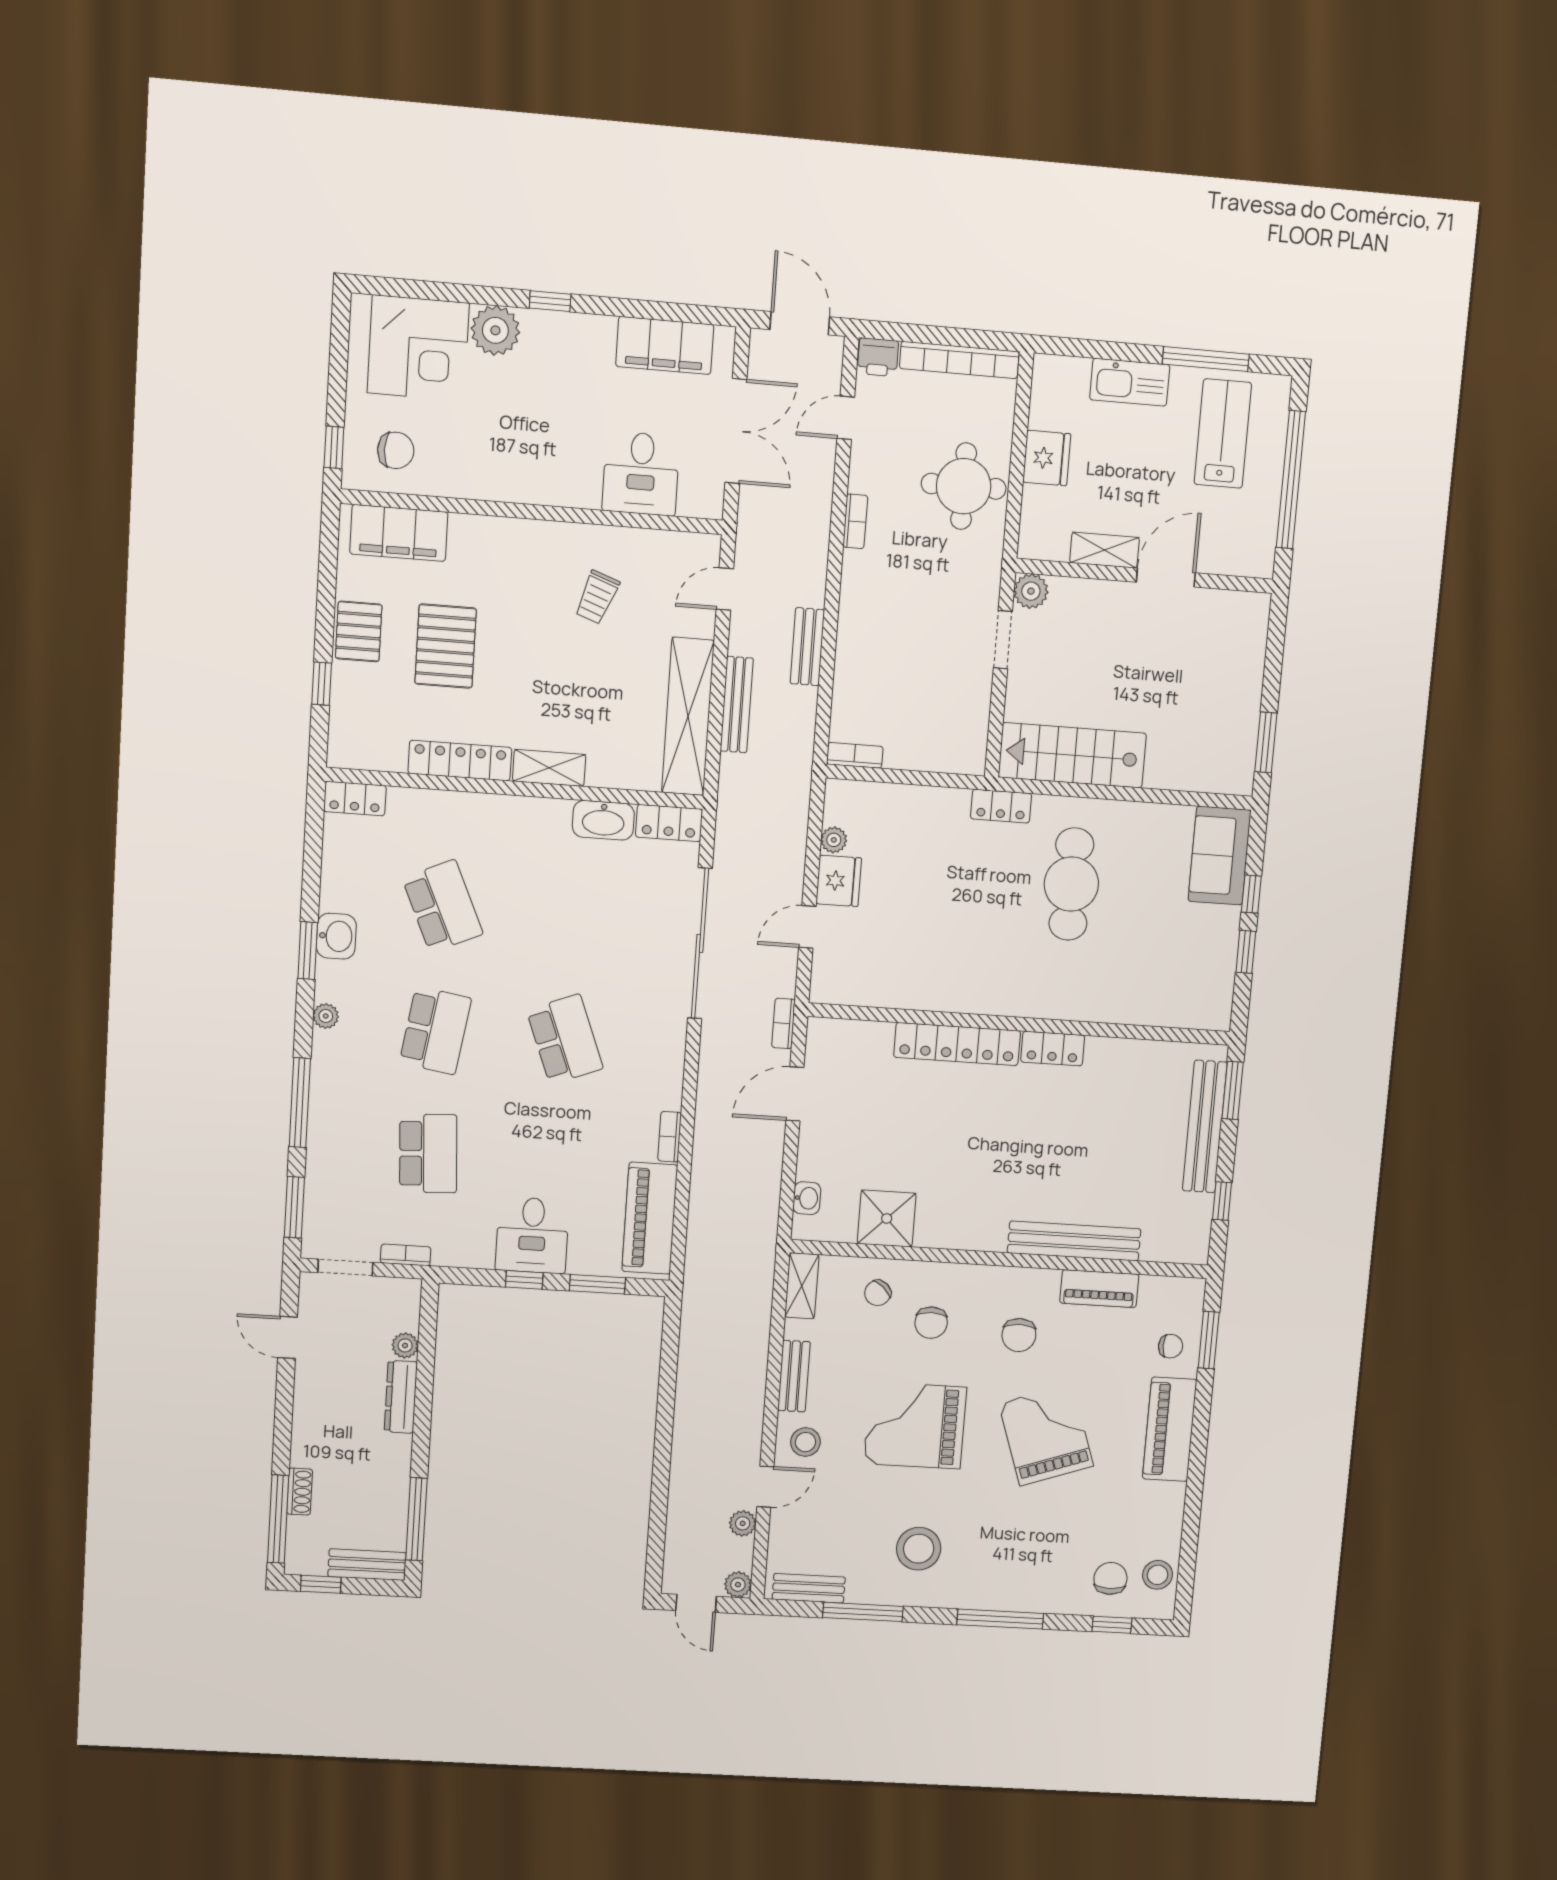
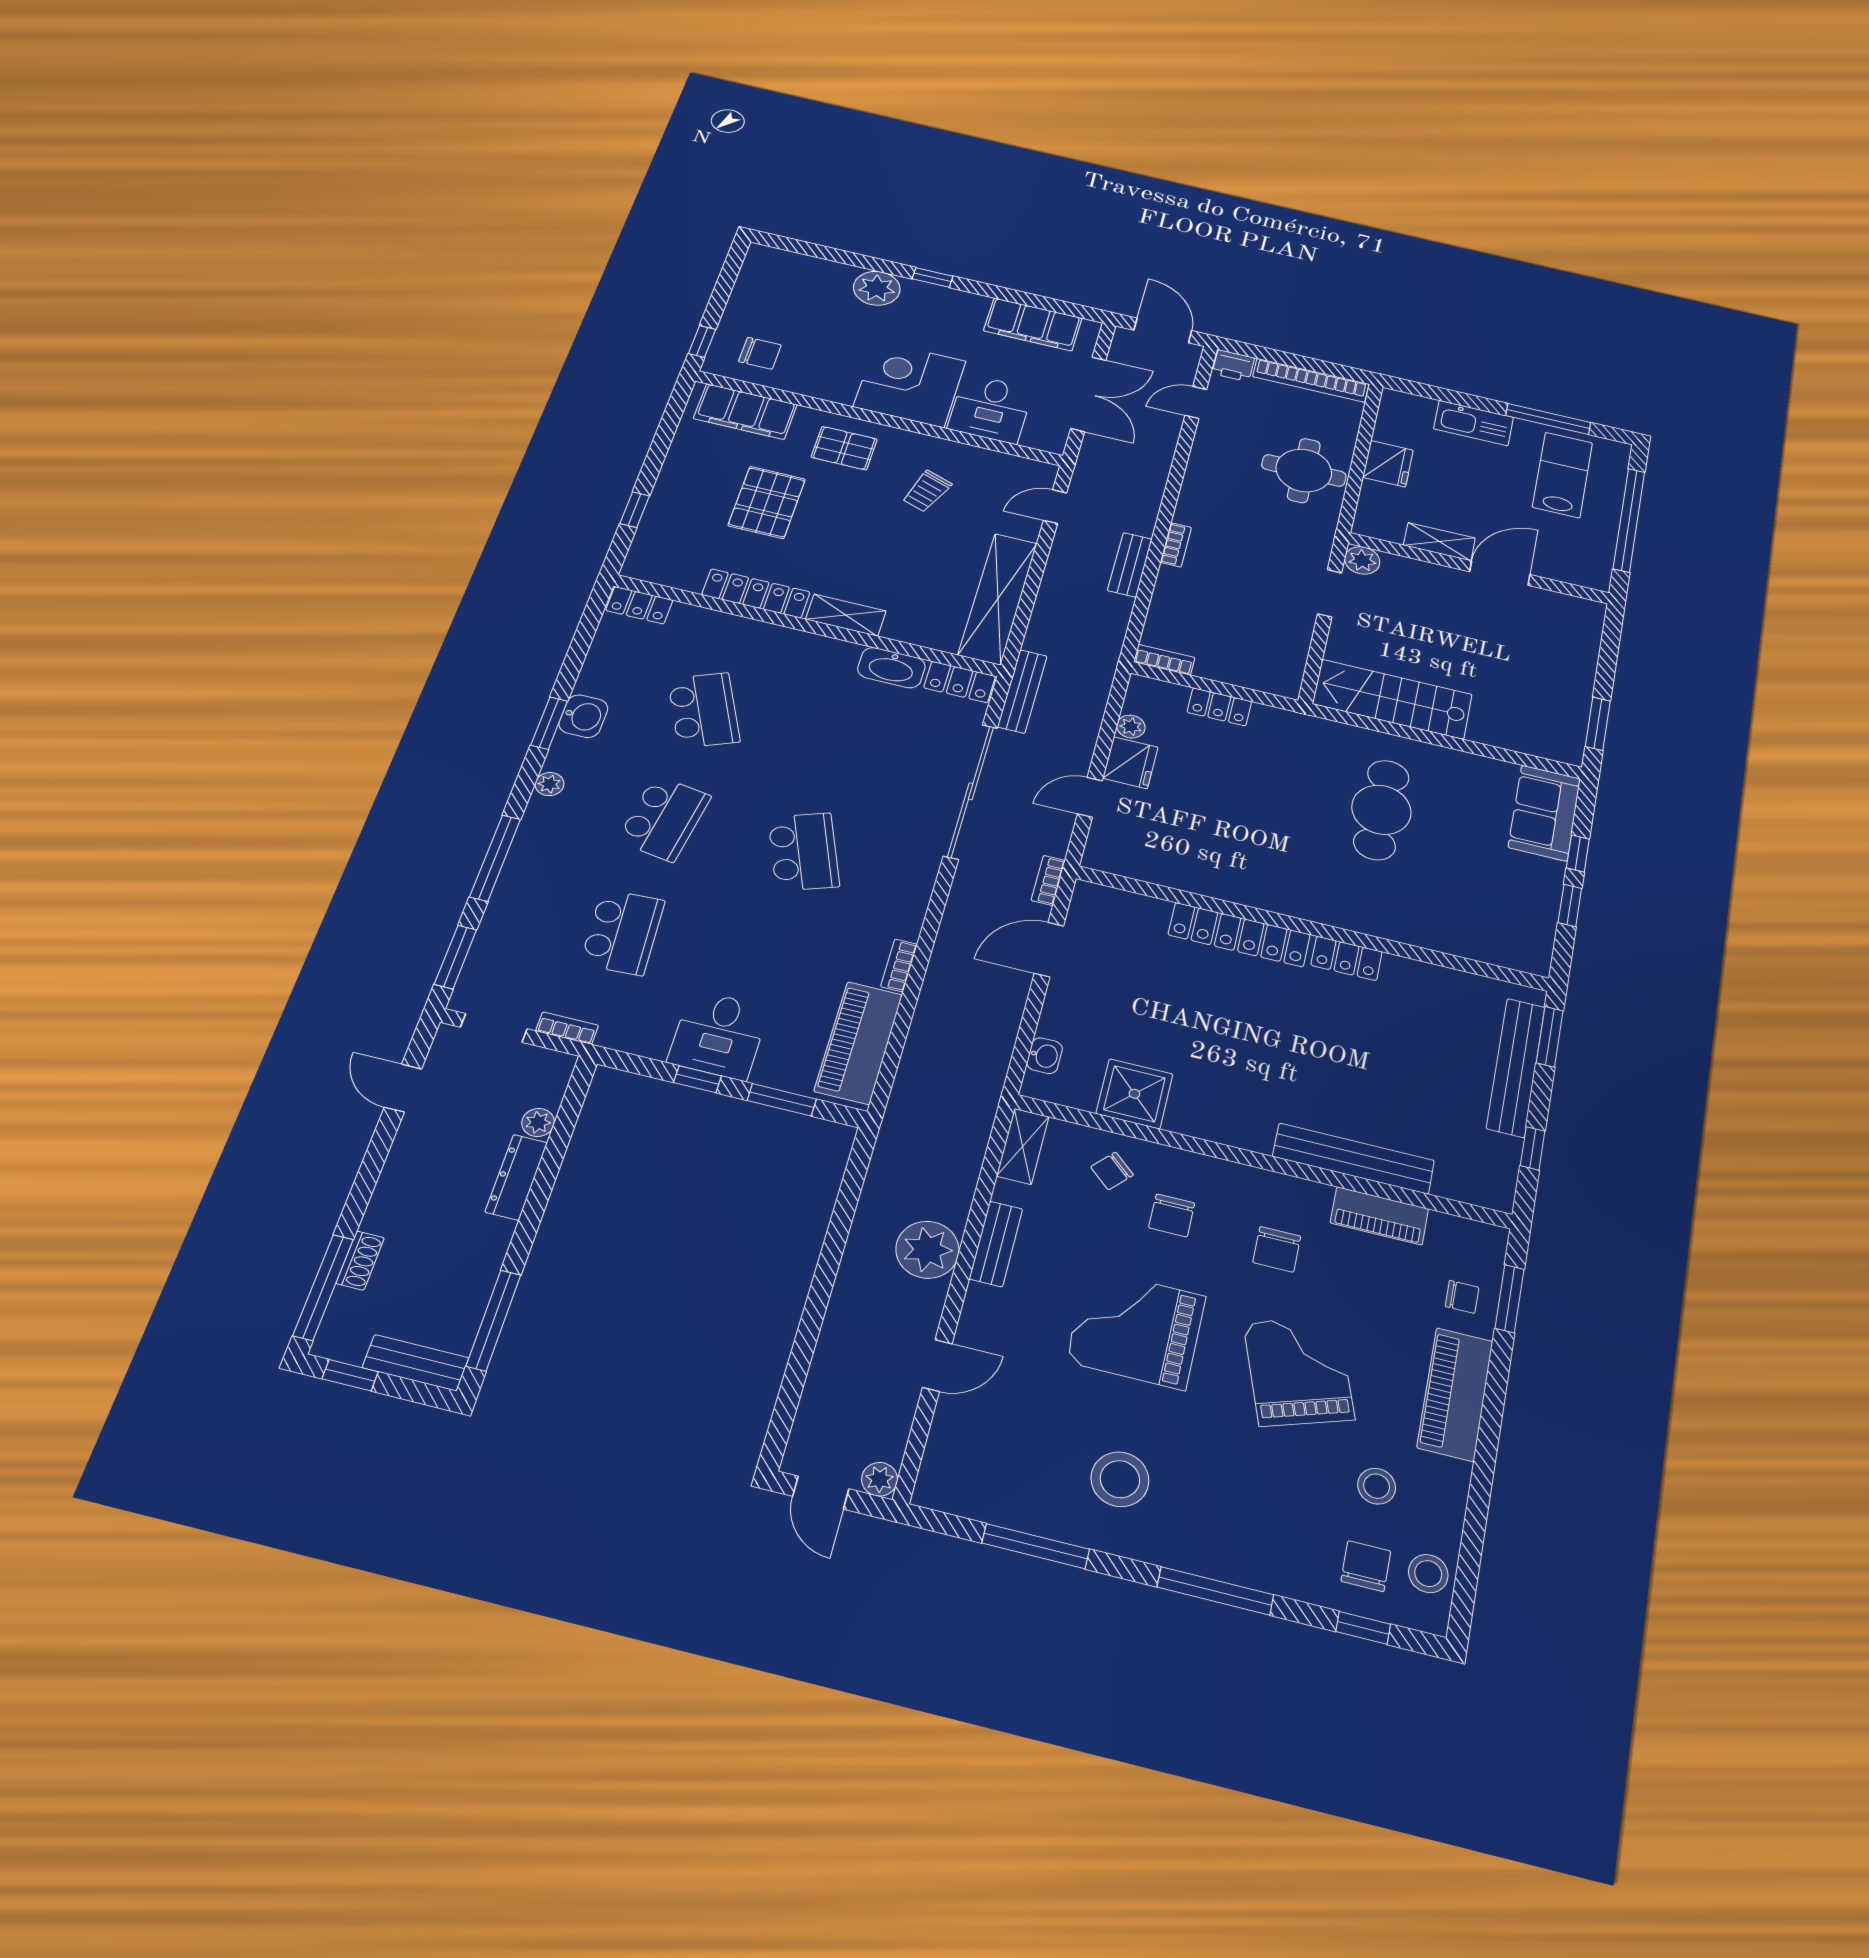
corner desk: (418, 348) -> (910, 384), moved, turned 180
bookcase: (855, 521) -> (1176, 545), moved
pallet: (359, 631) -> (844, 448), moved, turned 90
bench: (737, 705) -> (1022, 691), moved
locker: (1001, 806) -> (1219, 707), moved
stool: (805, 1442) -> (1377, 1486), moved
plant: (743, 1523) -> (927, 1250), moved, width x1.87, depth x1.87
bench: (809, 1588) -> (970, 1502), removed

